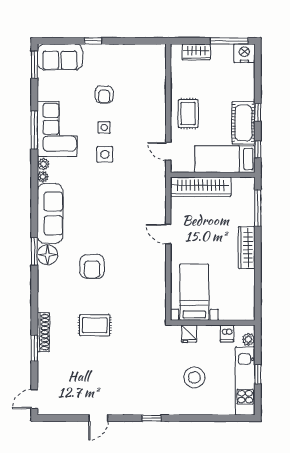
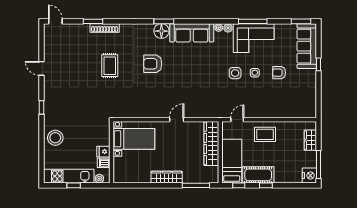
sofa: (60, 57) -> (307, 46), width x1.36
fridge: (189, 334) -> (103, 152), moved
stool: (194, 377) -> (55, 138), moved

